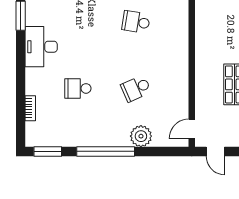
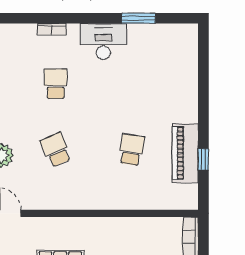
bookcase: (30, 108) -> (51, 29), moved

